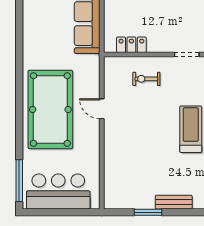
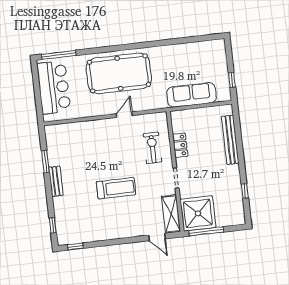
locker: (131, 45) -> (180, 145), moved
exercise bike: (146, 79) -> (153, 148), width x1.38, depth x1.39

